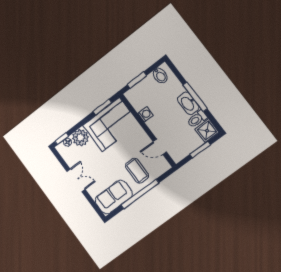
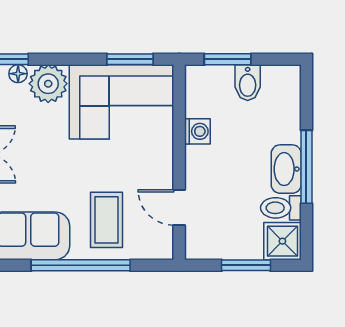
bidet: (160, 75) -> (248, 83), moved

